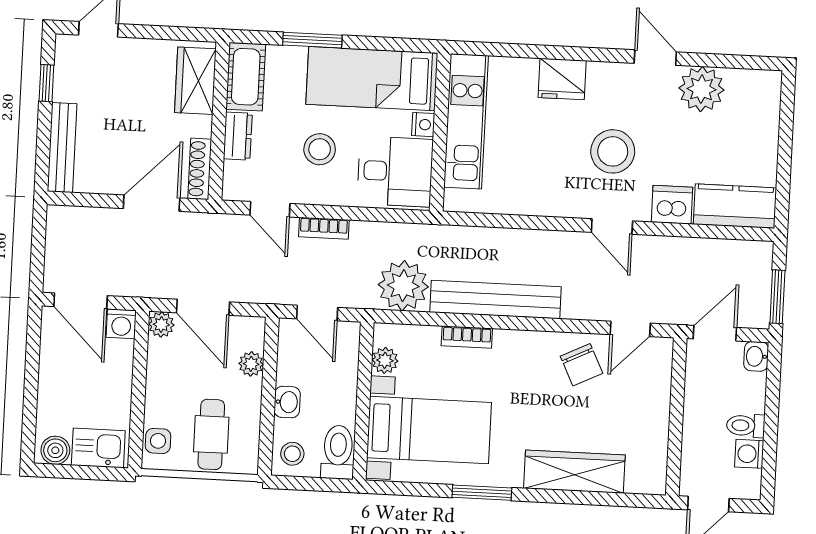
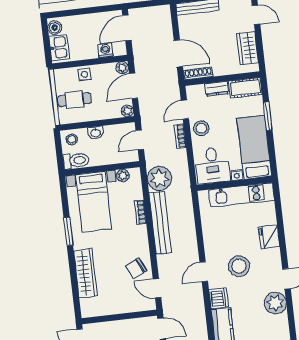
wardrobe: (195, 81) -> (248, 48), moved, turned -90
stool: (320, 149) -> (201, 128), moved
washing machine: (121, 324) -> (105, 50), moved, turned 90
plant: (251, 364) -> (127, 111), moved
side table: (158, 441) -> (85, 74), moved

